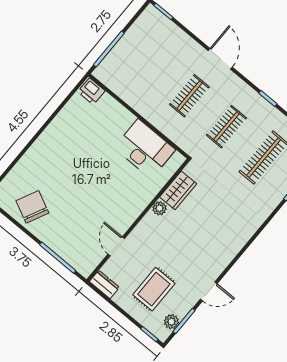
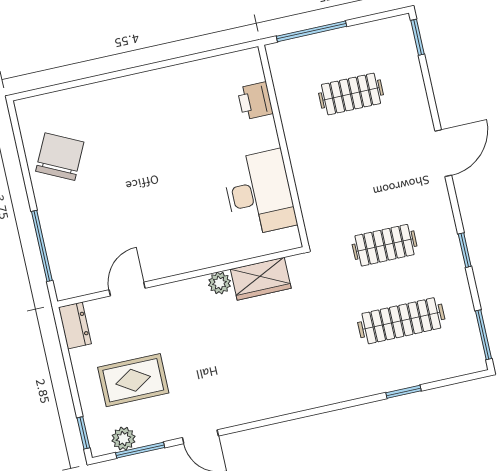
printer: (91, 91) -> (255, 101), moved
clothes rail: (189, 96) -> (351, 94), moved

